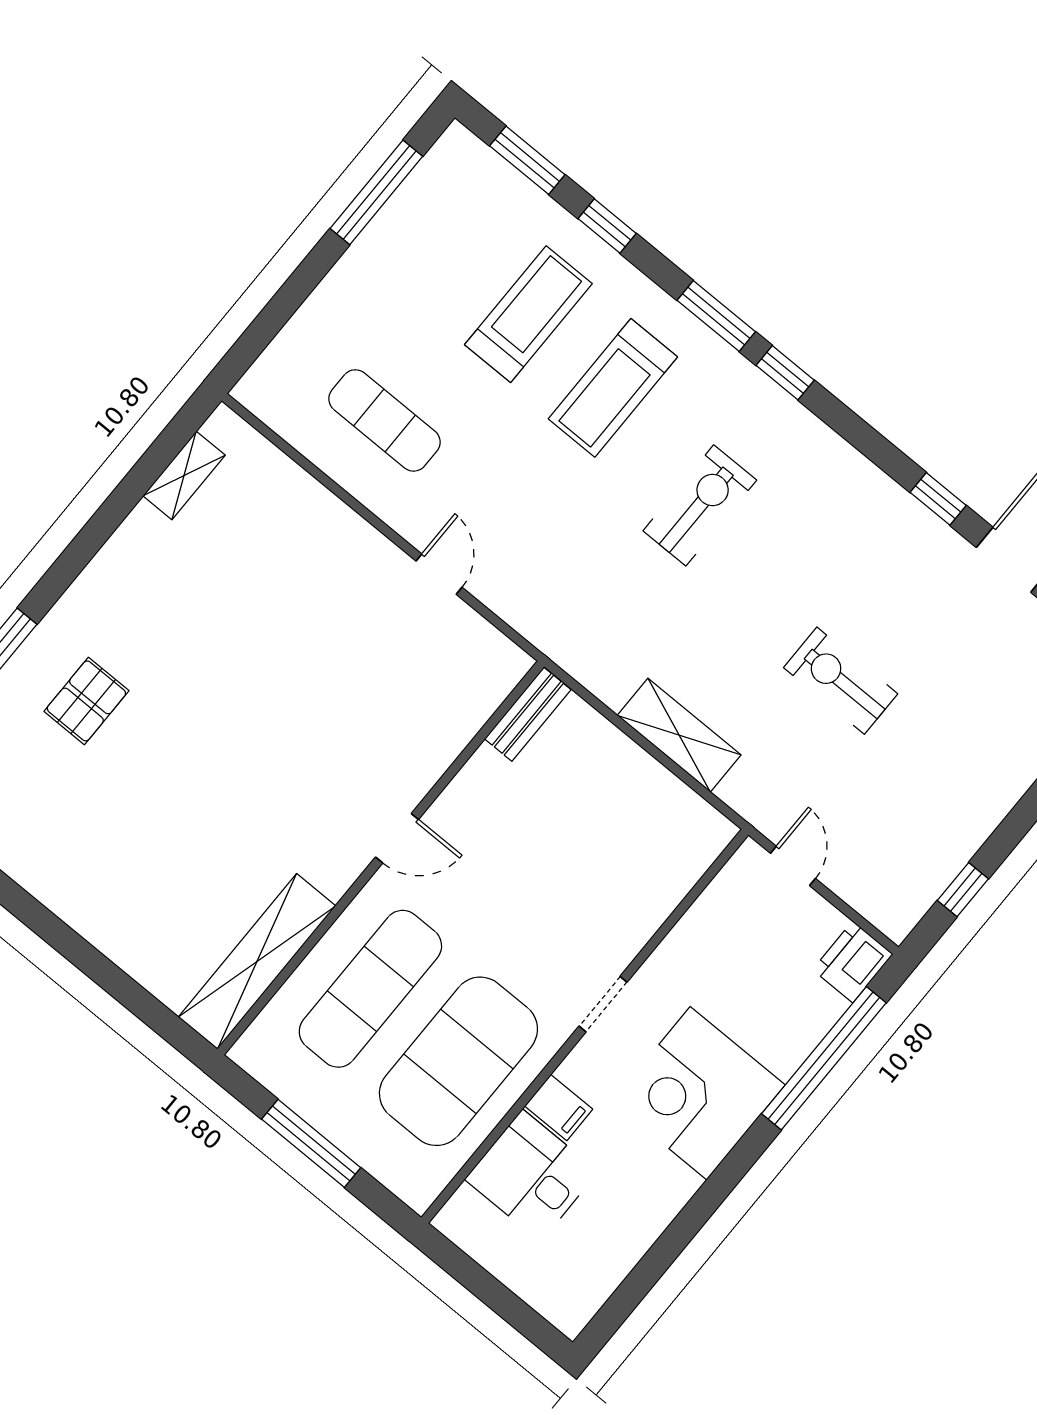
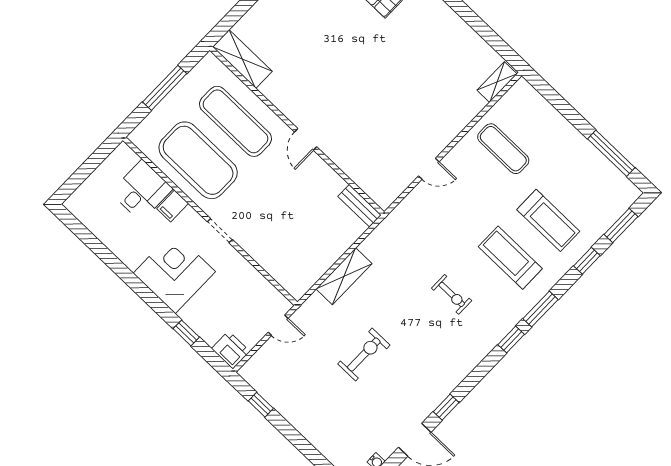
exercise mat: (385, 420) -> (503, 149), turned 90
shelving: (184, 475) -> (497, 82), moved, turned 90
exercise bike: (700, 505) -> (452, 294), width x0.73, depth x0.72
shelving: (257, 961) -> (242, 59), width x0.68
window: (824, 1058) -> (186, 333), width x0.32

